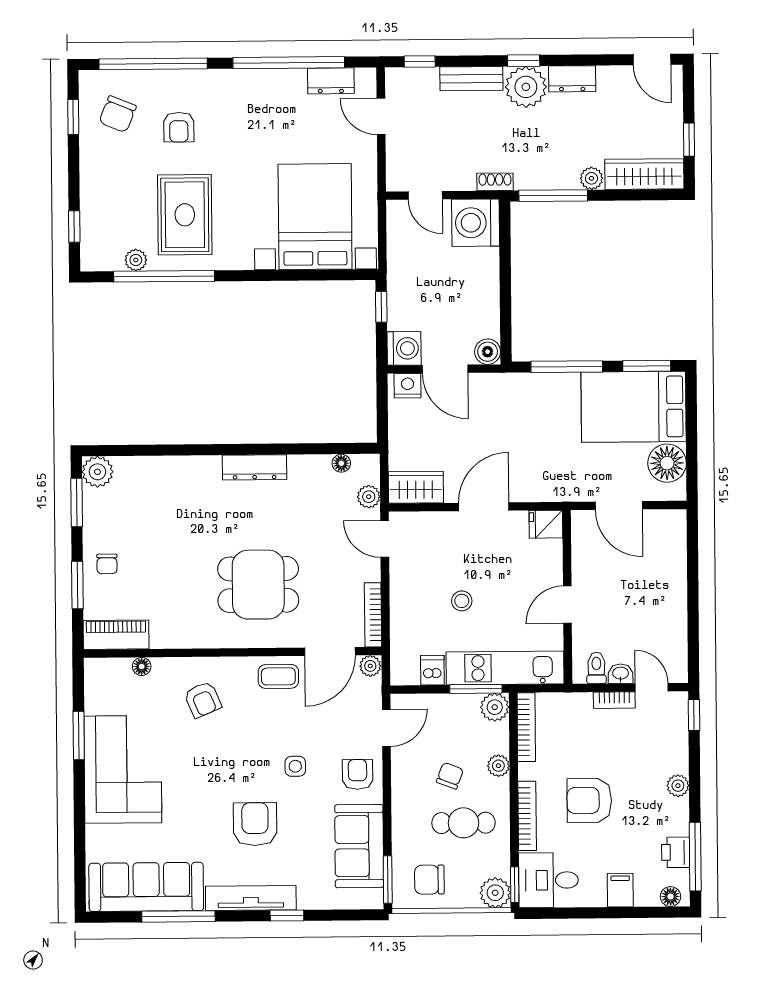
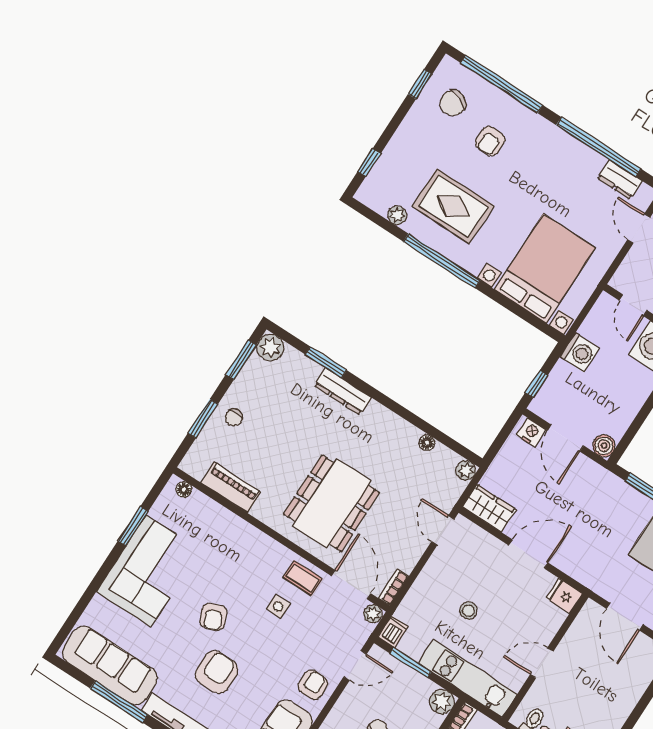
rug: (185, 215) -> (453, 206), turned 90
window: (164, 276) -> (442, 261), moved
window: (381, 307) -> (537, 384), moved
washing machine: (404, 348) -> (580, 352), moved
window: (161, 450) -> (326, 362), added
floor lamp: (341, 463) -> (427, 443), moved
dresser: (255, 467) -> (343, 391), moved
plant: (369, 497) -> (466, 470), moved
dining table: (258, 585) -> (332, 503), width x1.38
bookcase: (373, 615) -> (393, 587), width x0.64
piano: (116, 635) -> (231, 488), moved
door: (330, 652) -> (351, 585), swing flipped
floor lamp: (142, 666) -> (184, 490), moved
dishwasher: (432, 670) -> (393, 632), moved
window: (476, 689) -> (411, 663), moved
armchair: (203, 700) -> (213, 617), moved
side table: (295, 766) -> (278, 606), moved

